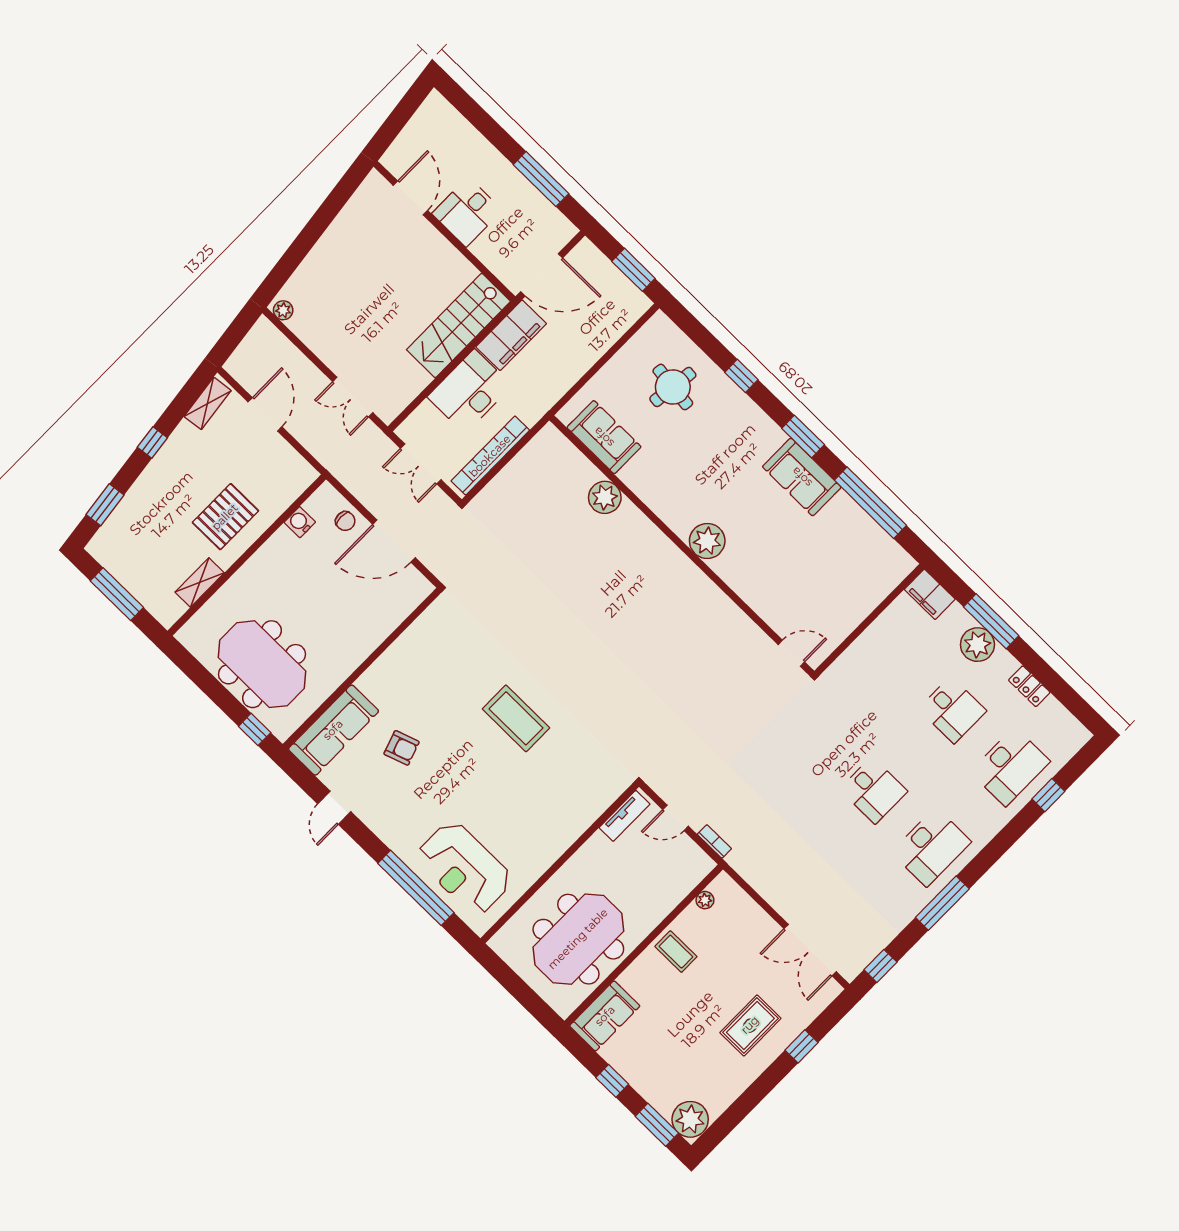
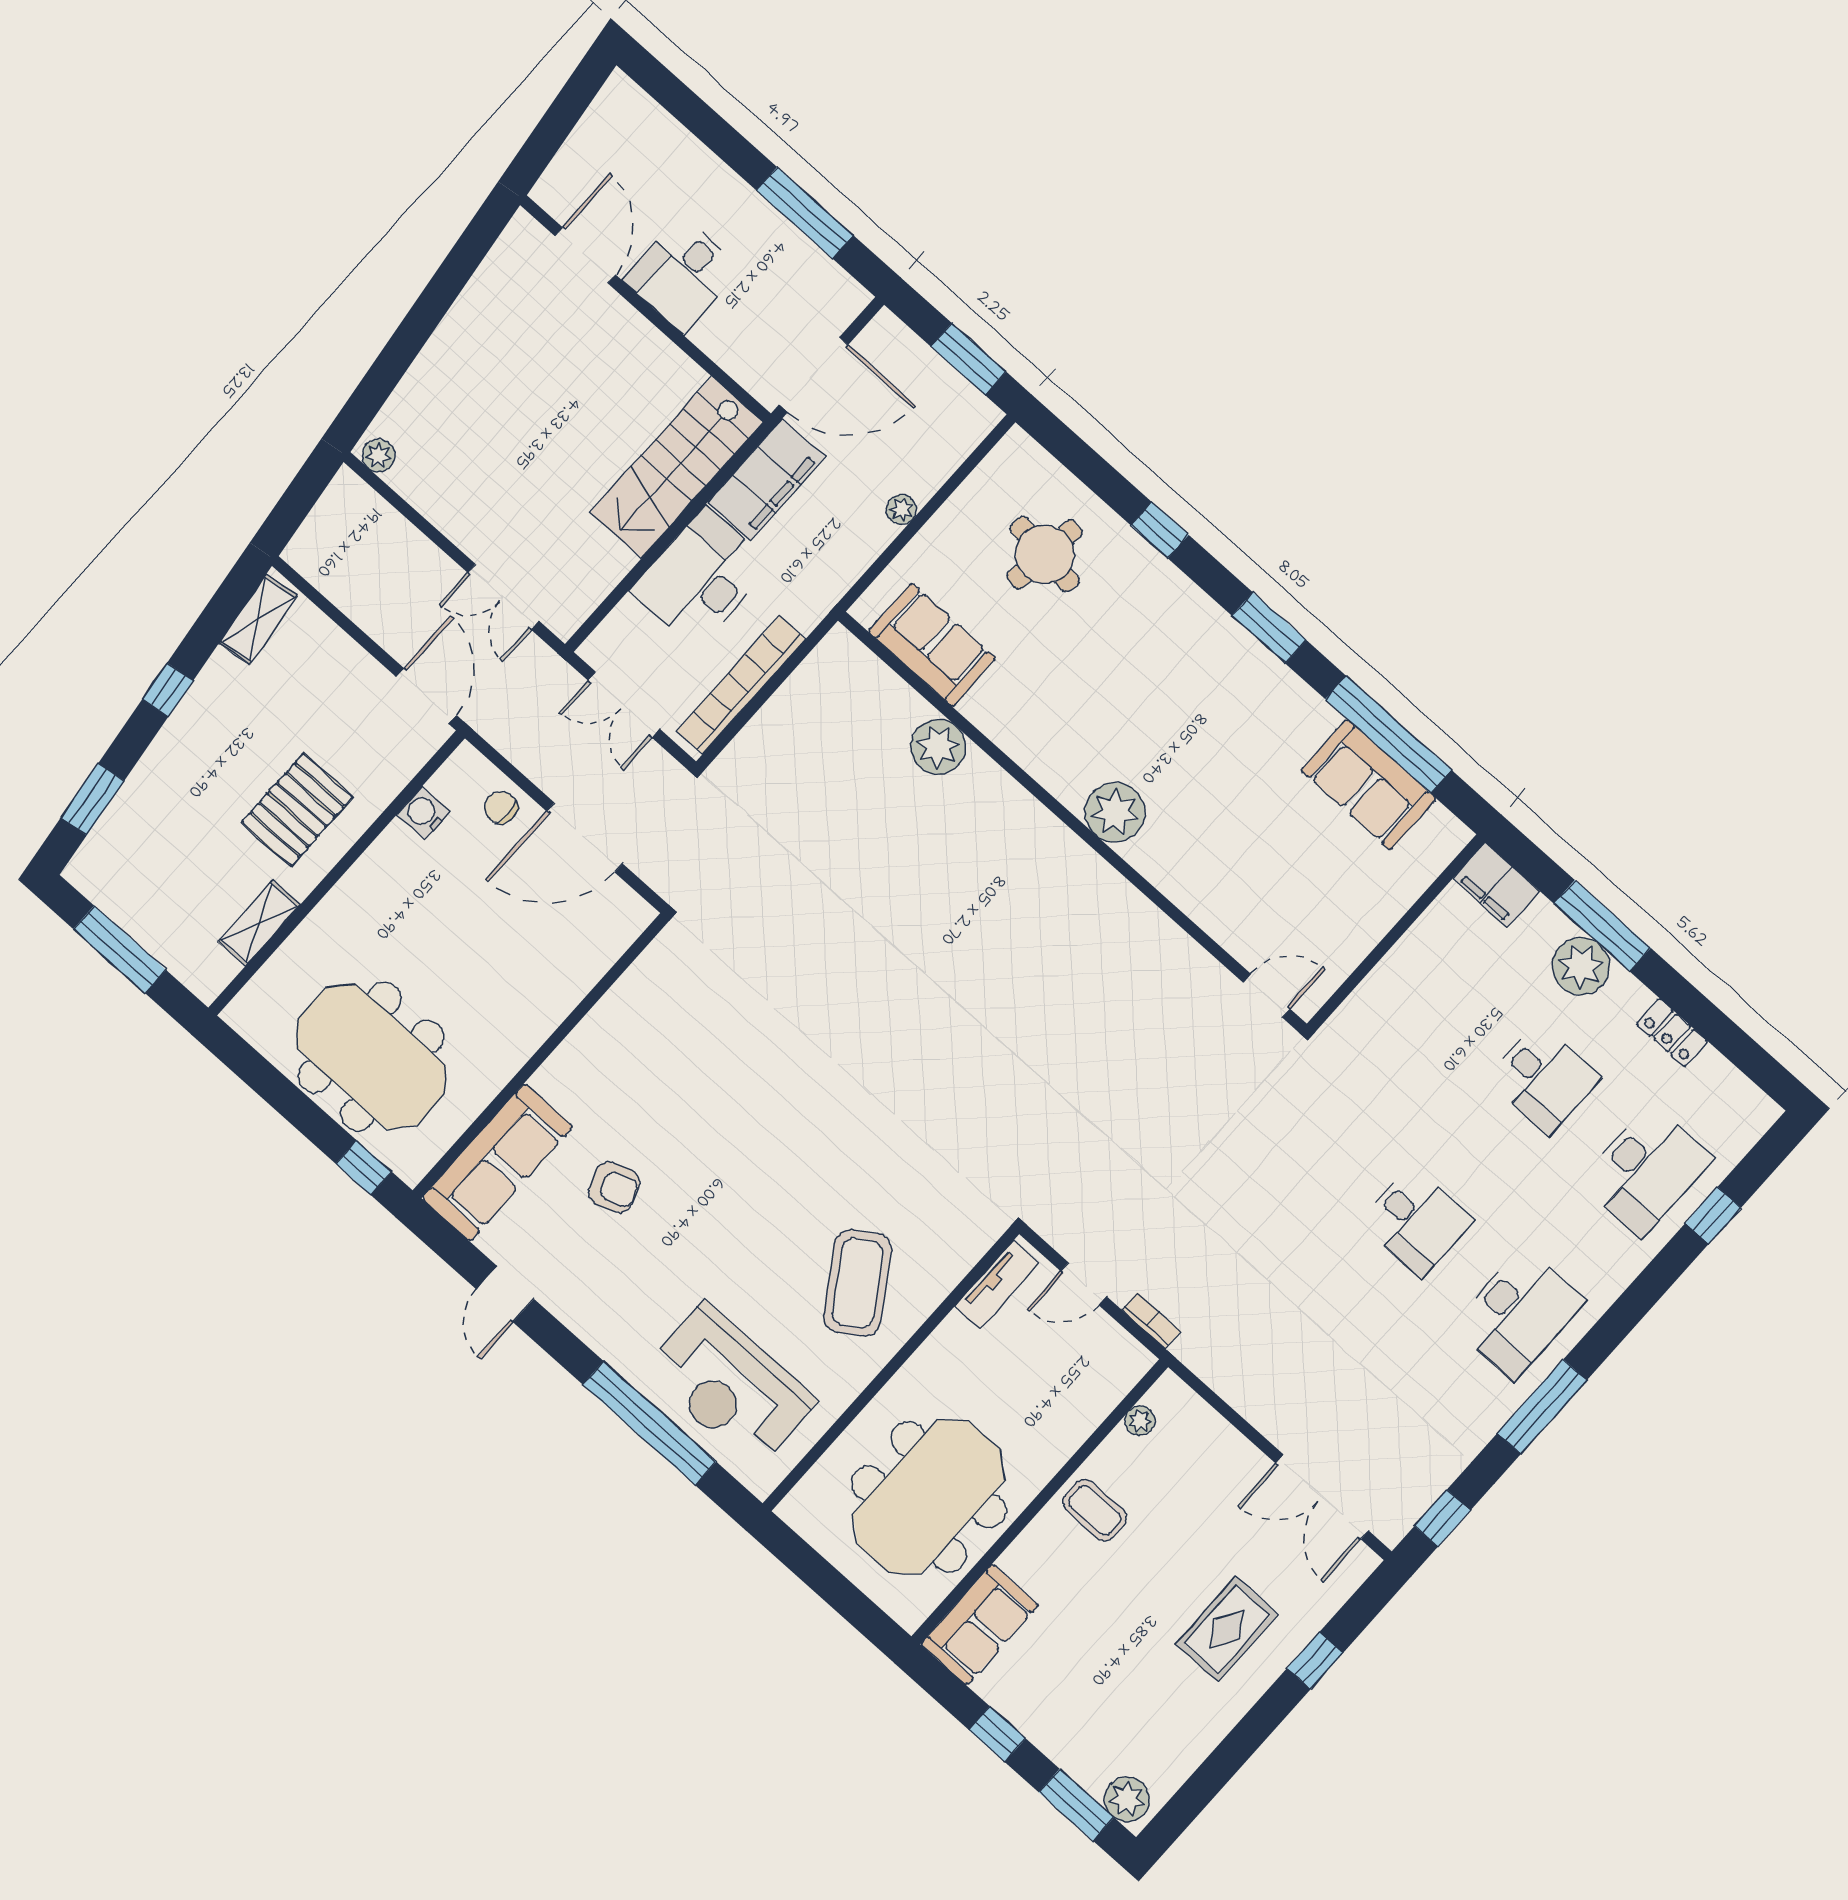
plant: (590, 357) -> (902, 509), added
door: (265, 414) -> (426, 696), moved
sofa: (802, 477) -> (1368, 784), moved
chair: (345, 521) -> (501, 808), turned 180
coffee table: (516, 718) -> (858, 1283), moved, turned 57
plant: (690, 1119) -> (1127, 1799), width x0.73, depth x0.73

